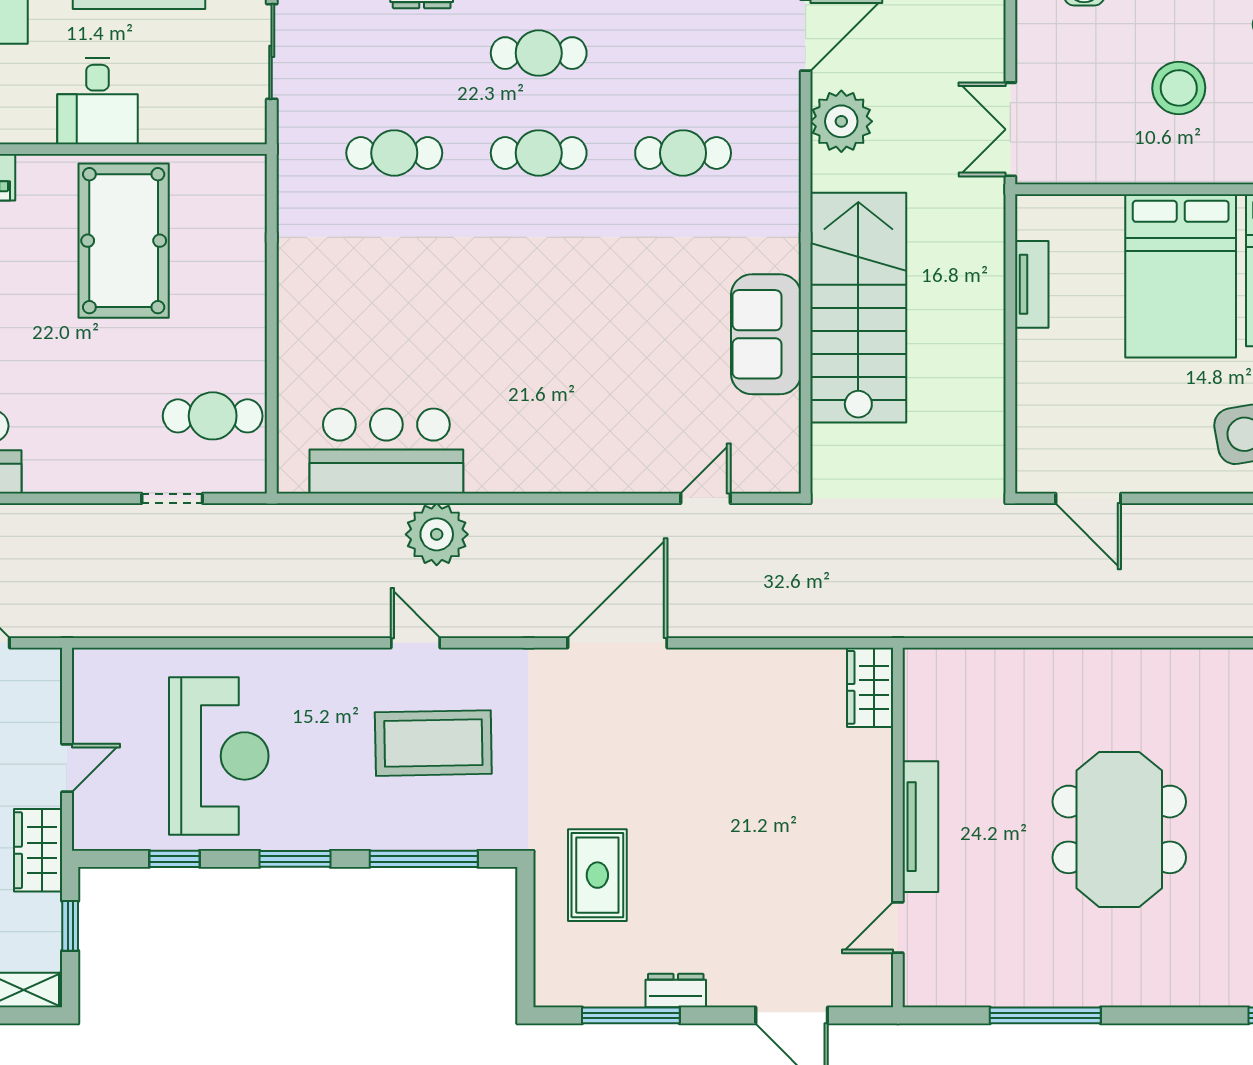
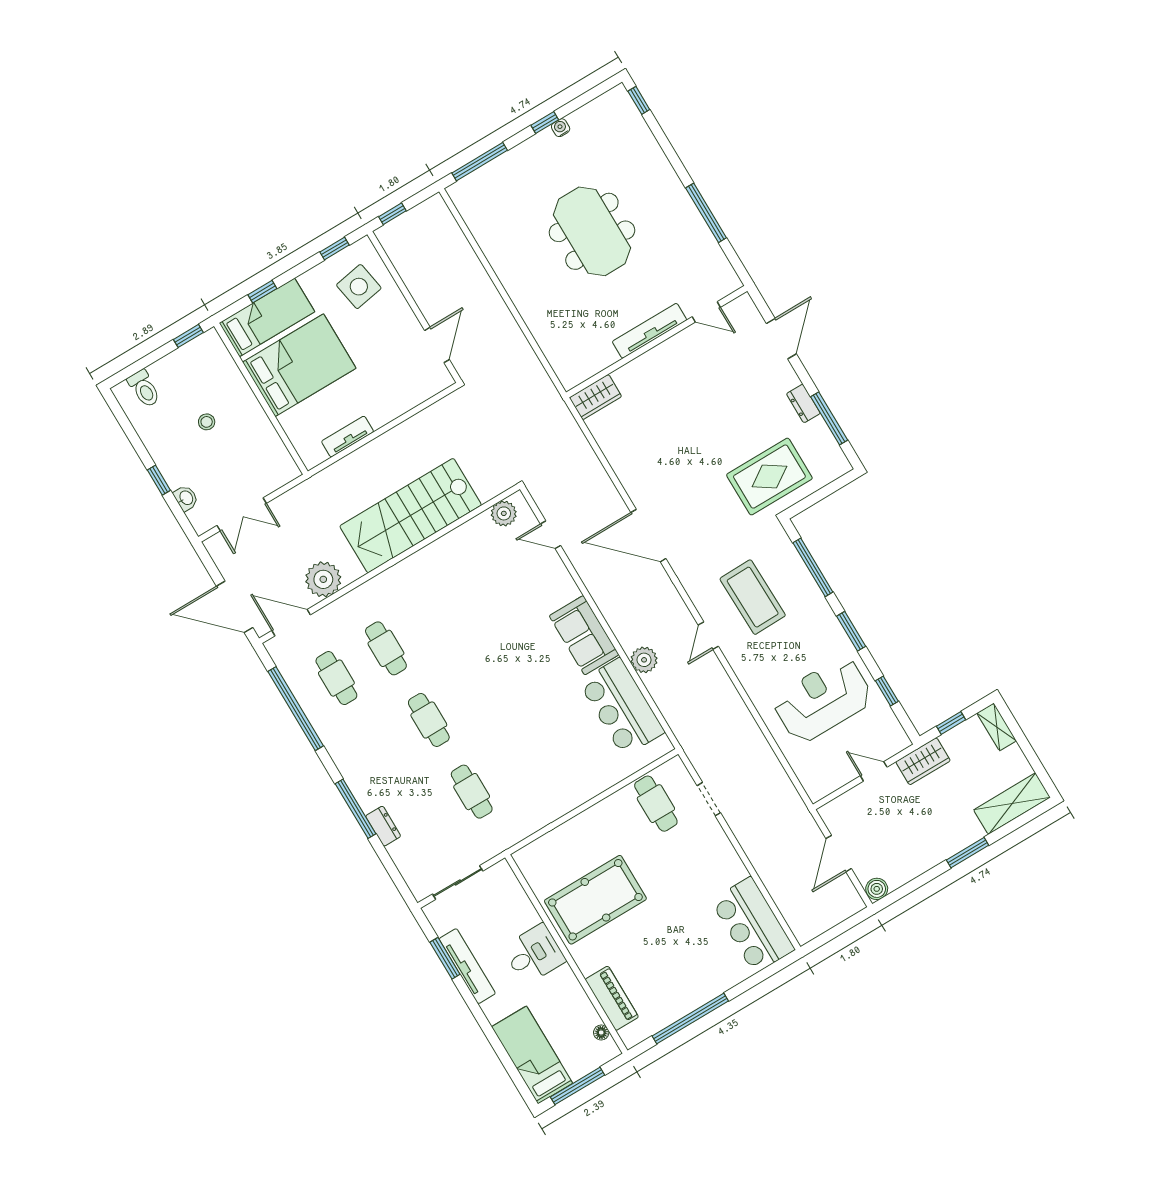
cafe table: (539, 53) -> (336, 678), moved
stool: (1179, 88) -> (207, 422), width x0.53, depth x0.53
double door: (1010, 129) -> (242, 514), moved
sofa: (766, 334) -> (584, 635), moved, turned 90
plant: (779, 448) -> (504, 513), added
plant: (437, 534) -> (644, 660), width x0.73, depth x0.73
meeting table: (1119, 829) -> (592, 231), turned 90
rug: (597, 875) -> (769, 477), width x1.36, depth x1.43

